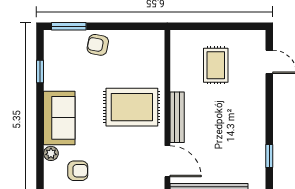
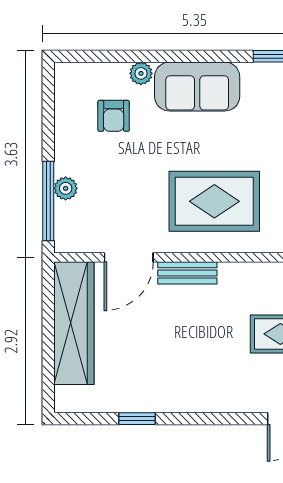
rug: (132, 107) -> (214, 201), turned 90
bench: (177, 117) -> (187, 273), width x0.73

